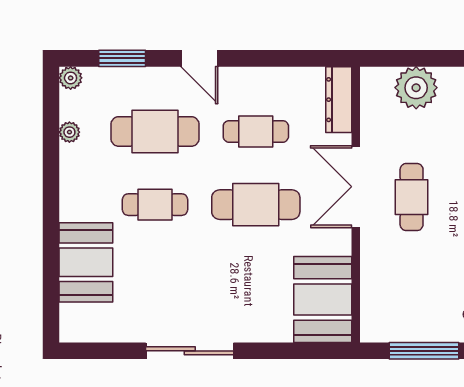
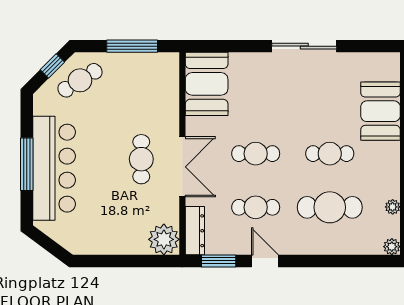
window: (122, 58) -> (219, 261), moved
door: (199, 58) -> (265, 261), moved
plant: (416, 88) -> (164, 239), moved
cafe table: (256, 205) -> (256, 154), width x0.73, depth x0.74

